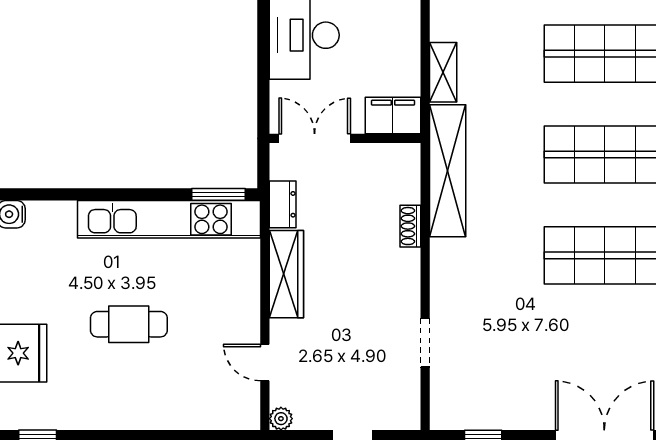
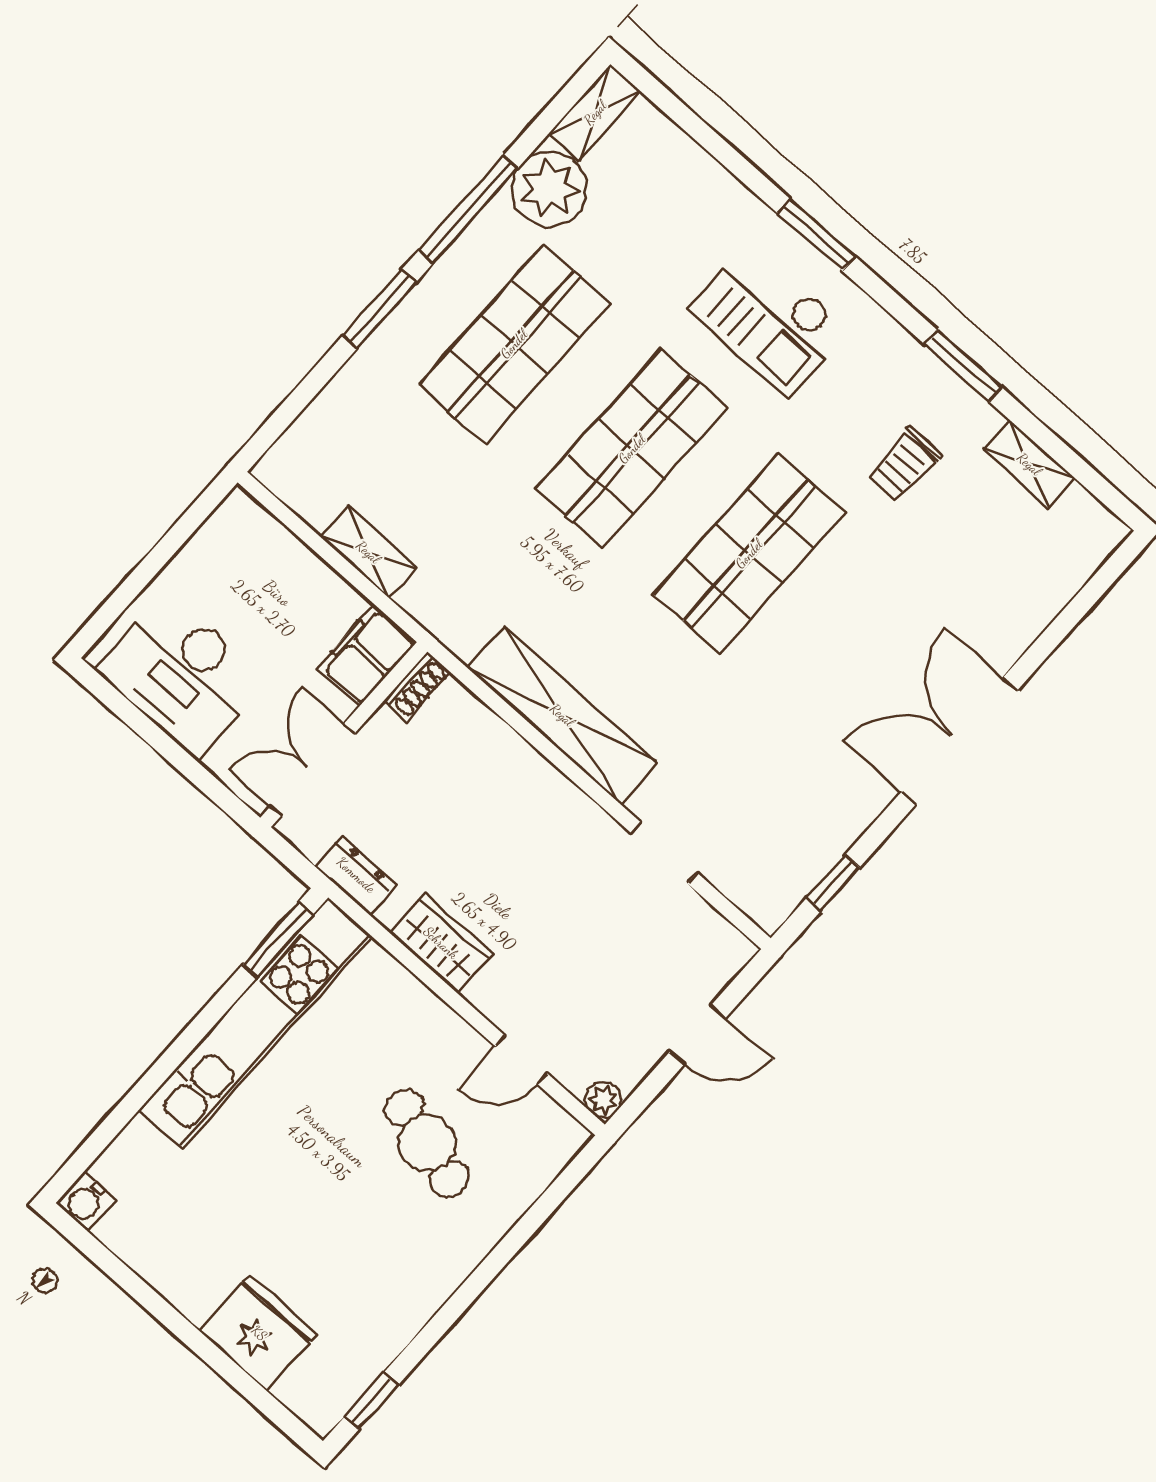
shelving: (448, 171) -> (562, 715), moved
shoe rack: (410, 226) -> (418, 686), moved, turned -90
wardrobe: (286, 274) -> (441, 943), width x0.67
cafe table: (129, 324) -> (427, 1143), moved, turned -74

